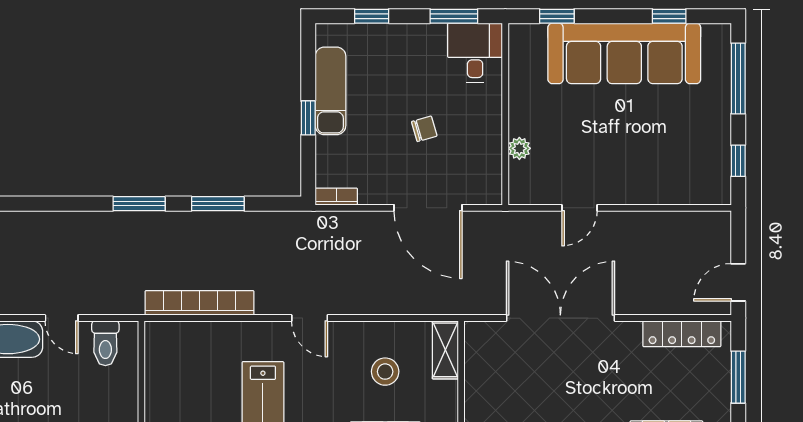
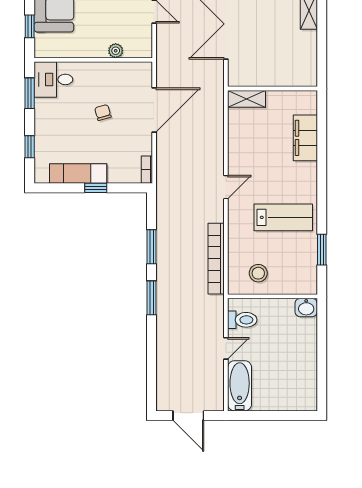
stool: (385, 372) -> (258, 273), moved

